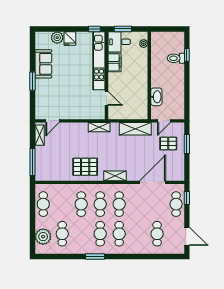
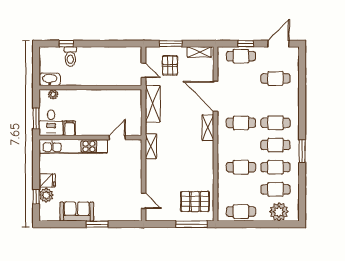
window: (94, 29) -> (36, 197), moved
filing cabinet: (114, 62) -> (70, 128), width x0.50
washbasin: (156, 97) -> (50, 79), moved
shelving: (40, 135) -> (199, 52), moved
pallet: (85, 167) -> (195, 201), moved, turned 90
door: (153, 182) -> (216, 96), moved
window: (187, 198) -> (246, 44), moved
cafe table: (100, 204) -> (276, 167), moved

